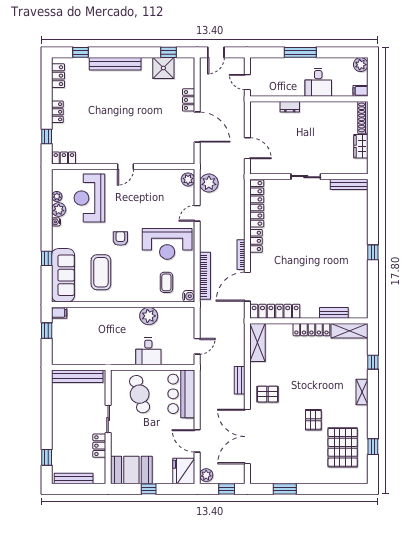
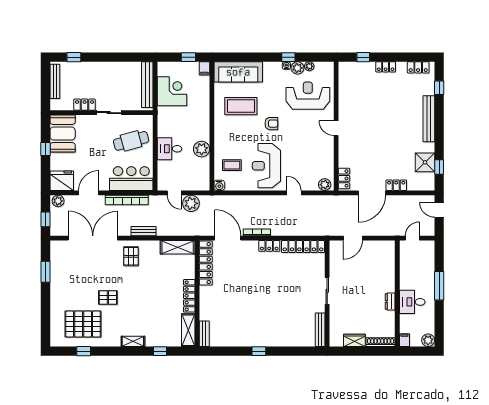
dresser: (290, 107) -> (390, 302), moved
locker: (64, 158) -> (344, 178), moved
plant: (209, 183) -> (191, 203), moved
window: (47, 258) -> (288, 57), moved
bookcase: (205, 276) -> (127, 200), moved
bench: (334, 313) -> (204, 334), moved
corner desk: (85, 349) -> (172, 91), added

